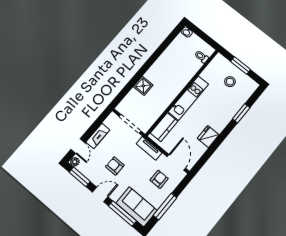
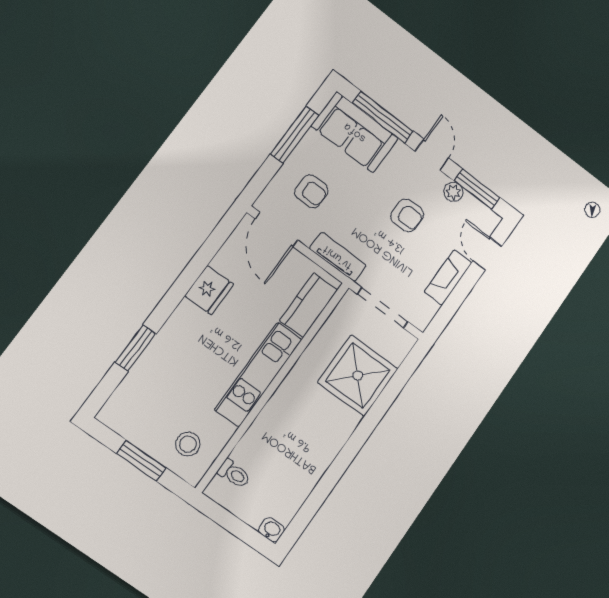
stool: (230, 82) -> (188, 444), moved
shower: (143, 86) -> (358, 376), width x1.86, depth x1.86
plant: (75, 162) -> (453, 192), moved
armchair: (159, 179) -> (311, 191), turned -89
door: (100, 194) -> (432, 155), swing flipped

